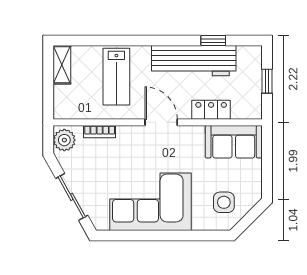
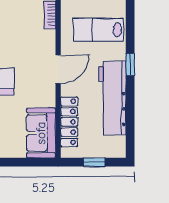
window: (213, 40) -> (130, 65), moved
locker: (211, 110) -> (69, 122), width x1.53

